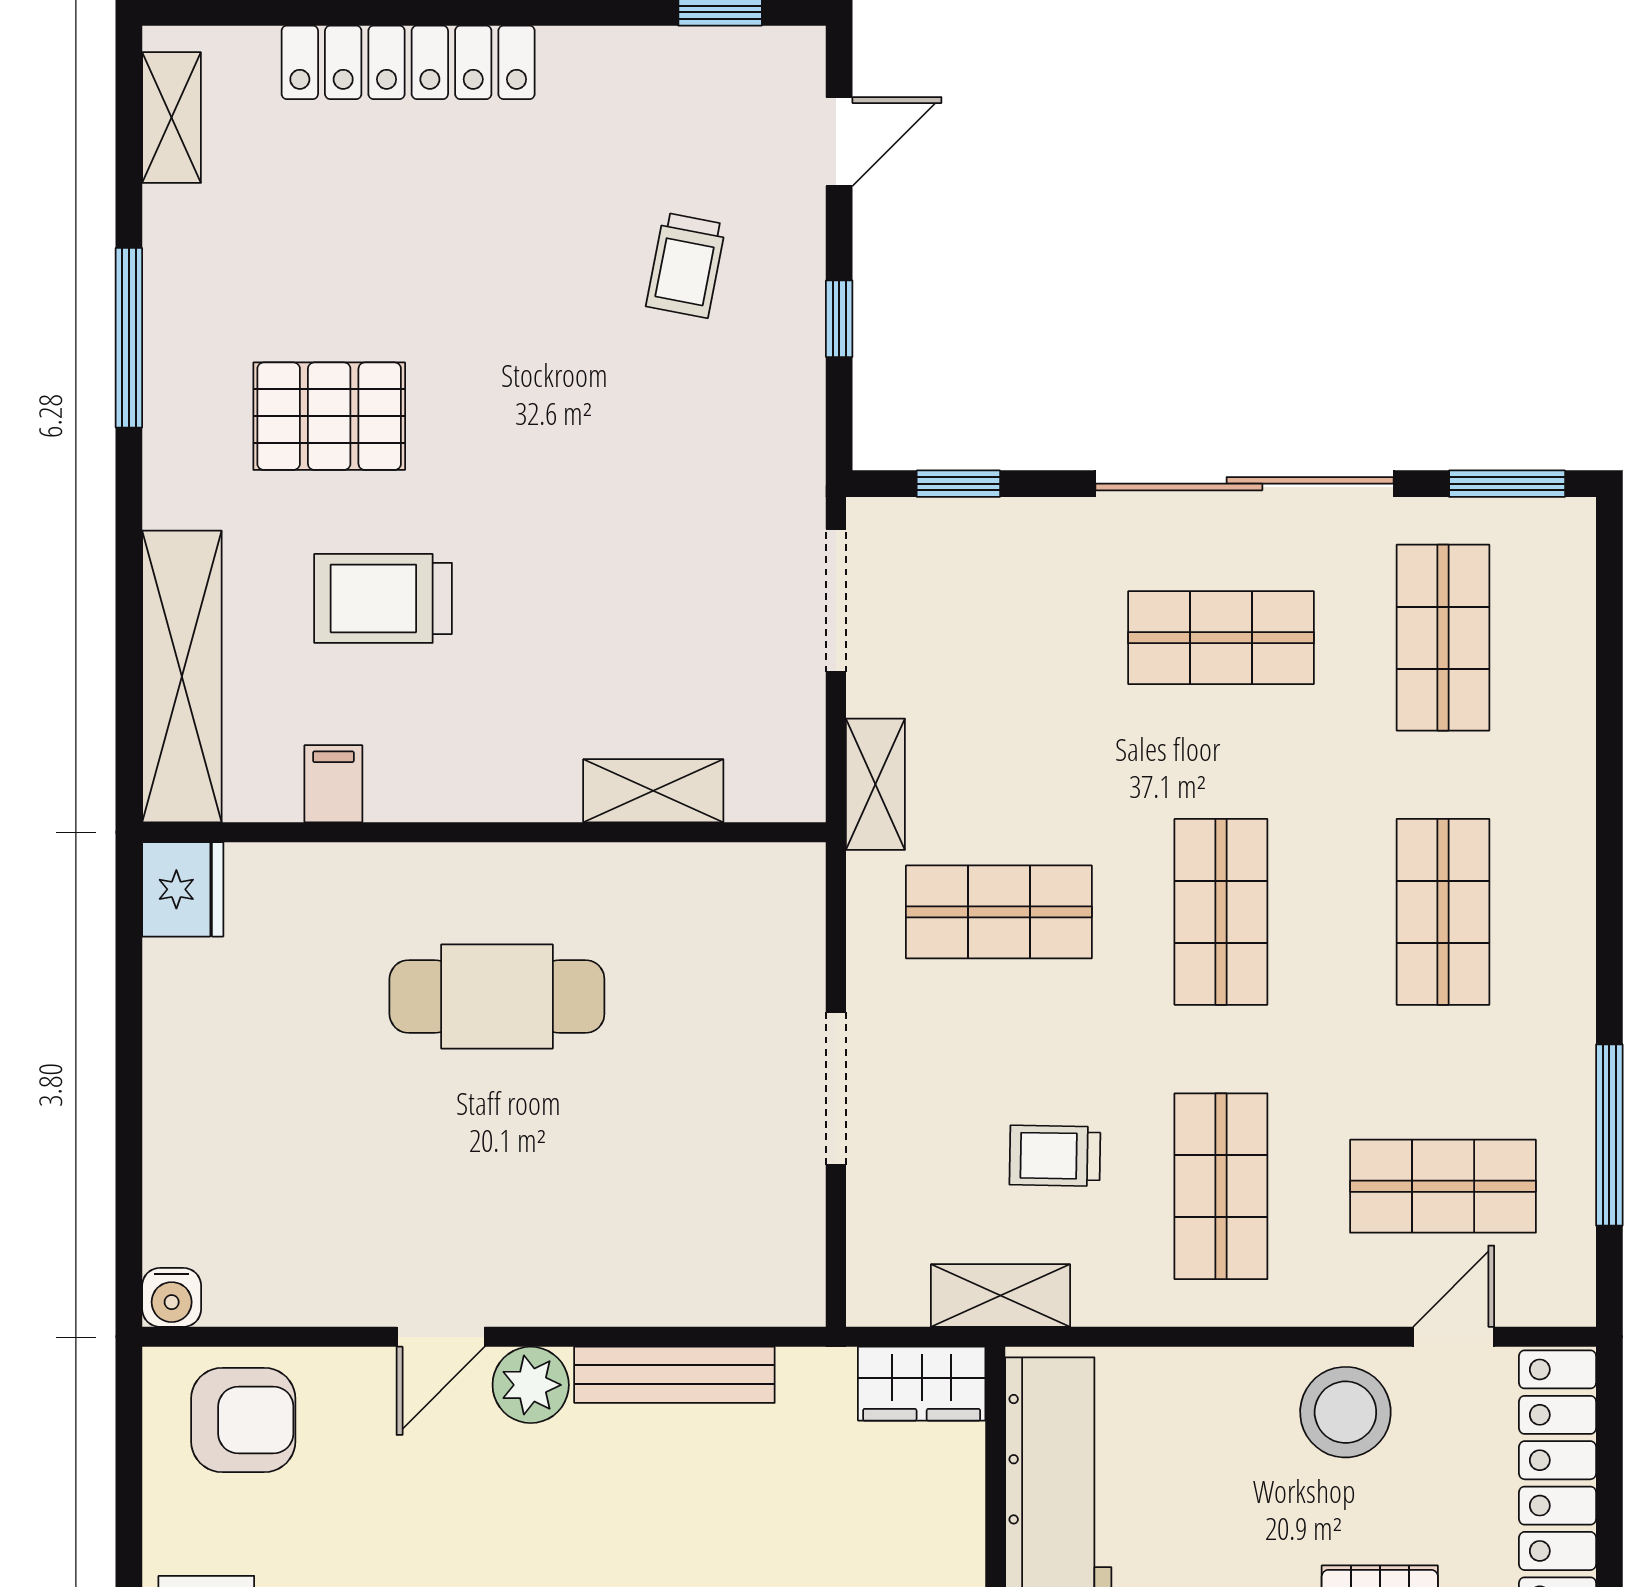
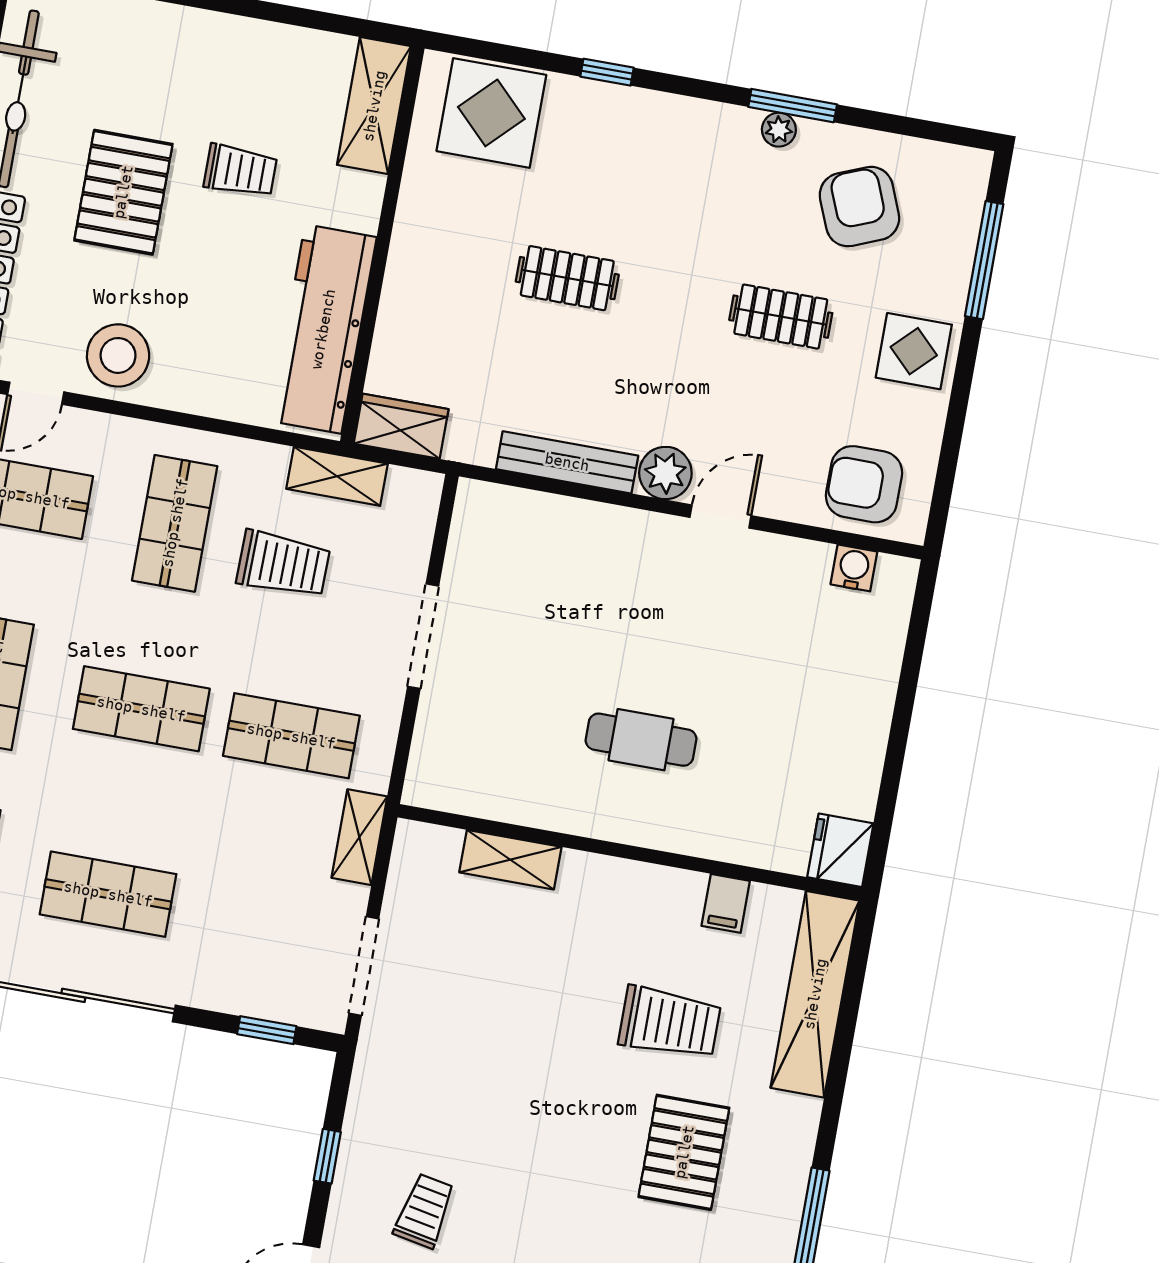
pallet: (329, 416) -> (684, 1152), turned 90
shop shelf: (1221, 912) -> (141, 709), turned 90
cafe table: (497, 997) -> (641, 740), width x0.73, depth x0.74
trolley: (1055, 1156) -> (283, 564), width x1.36, depth x1.39
water cooler: (172, 1297) -> (854, 568), moved

